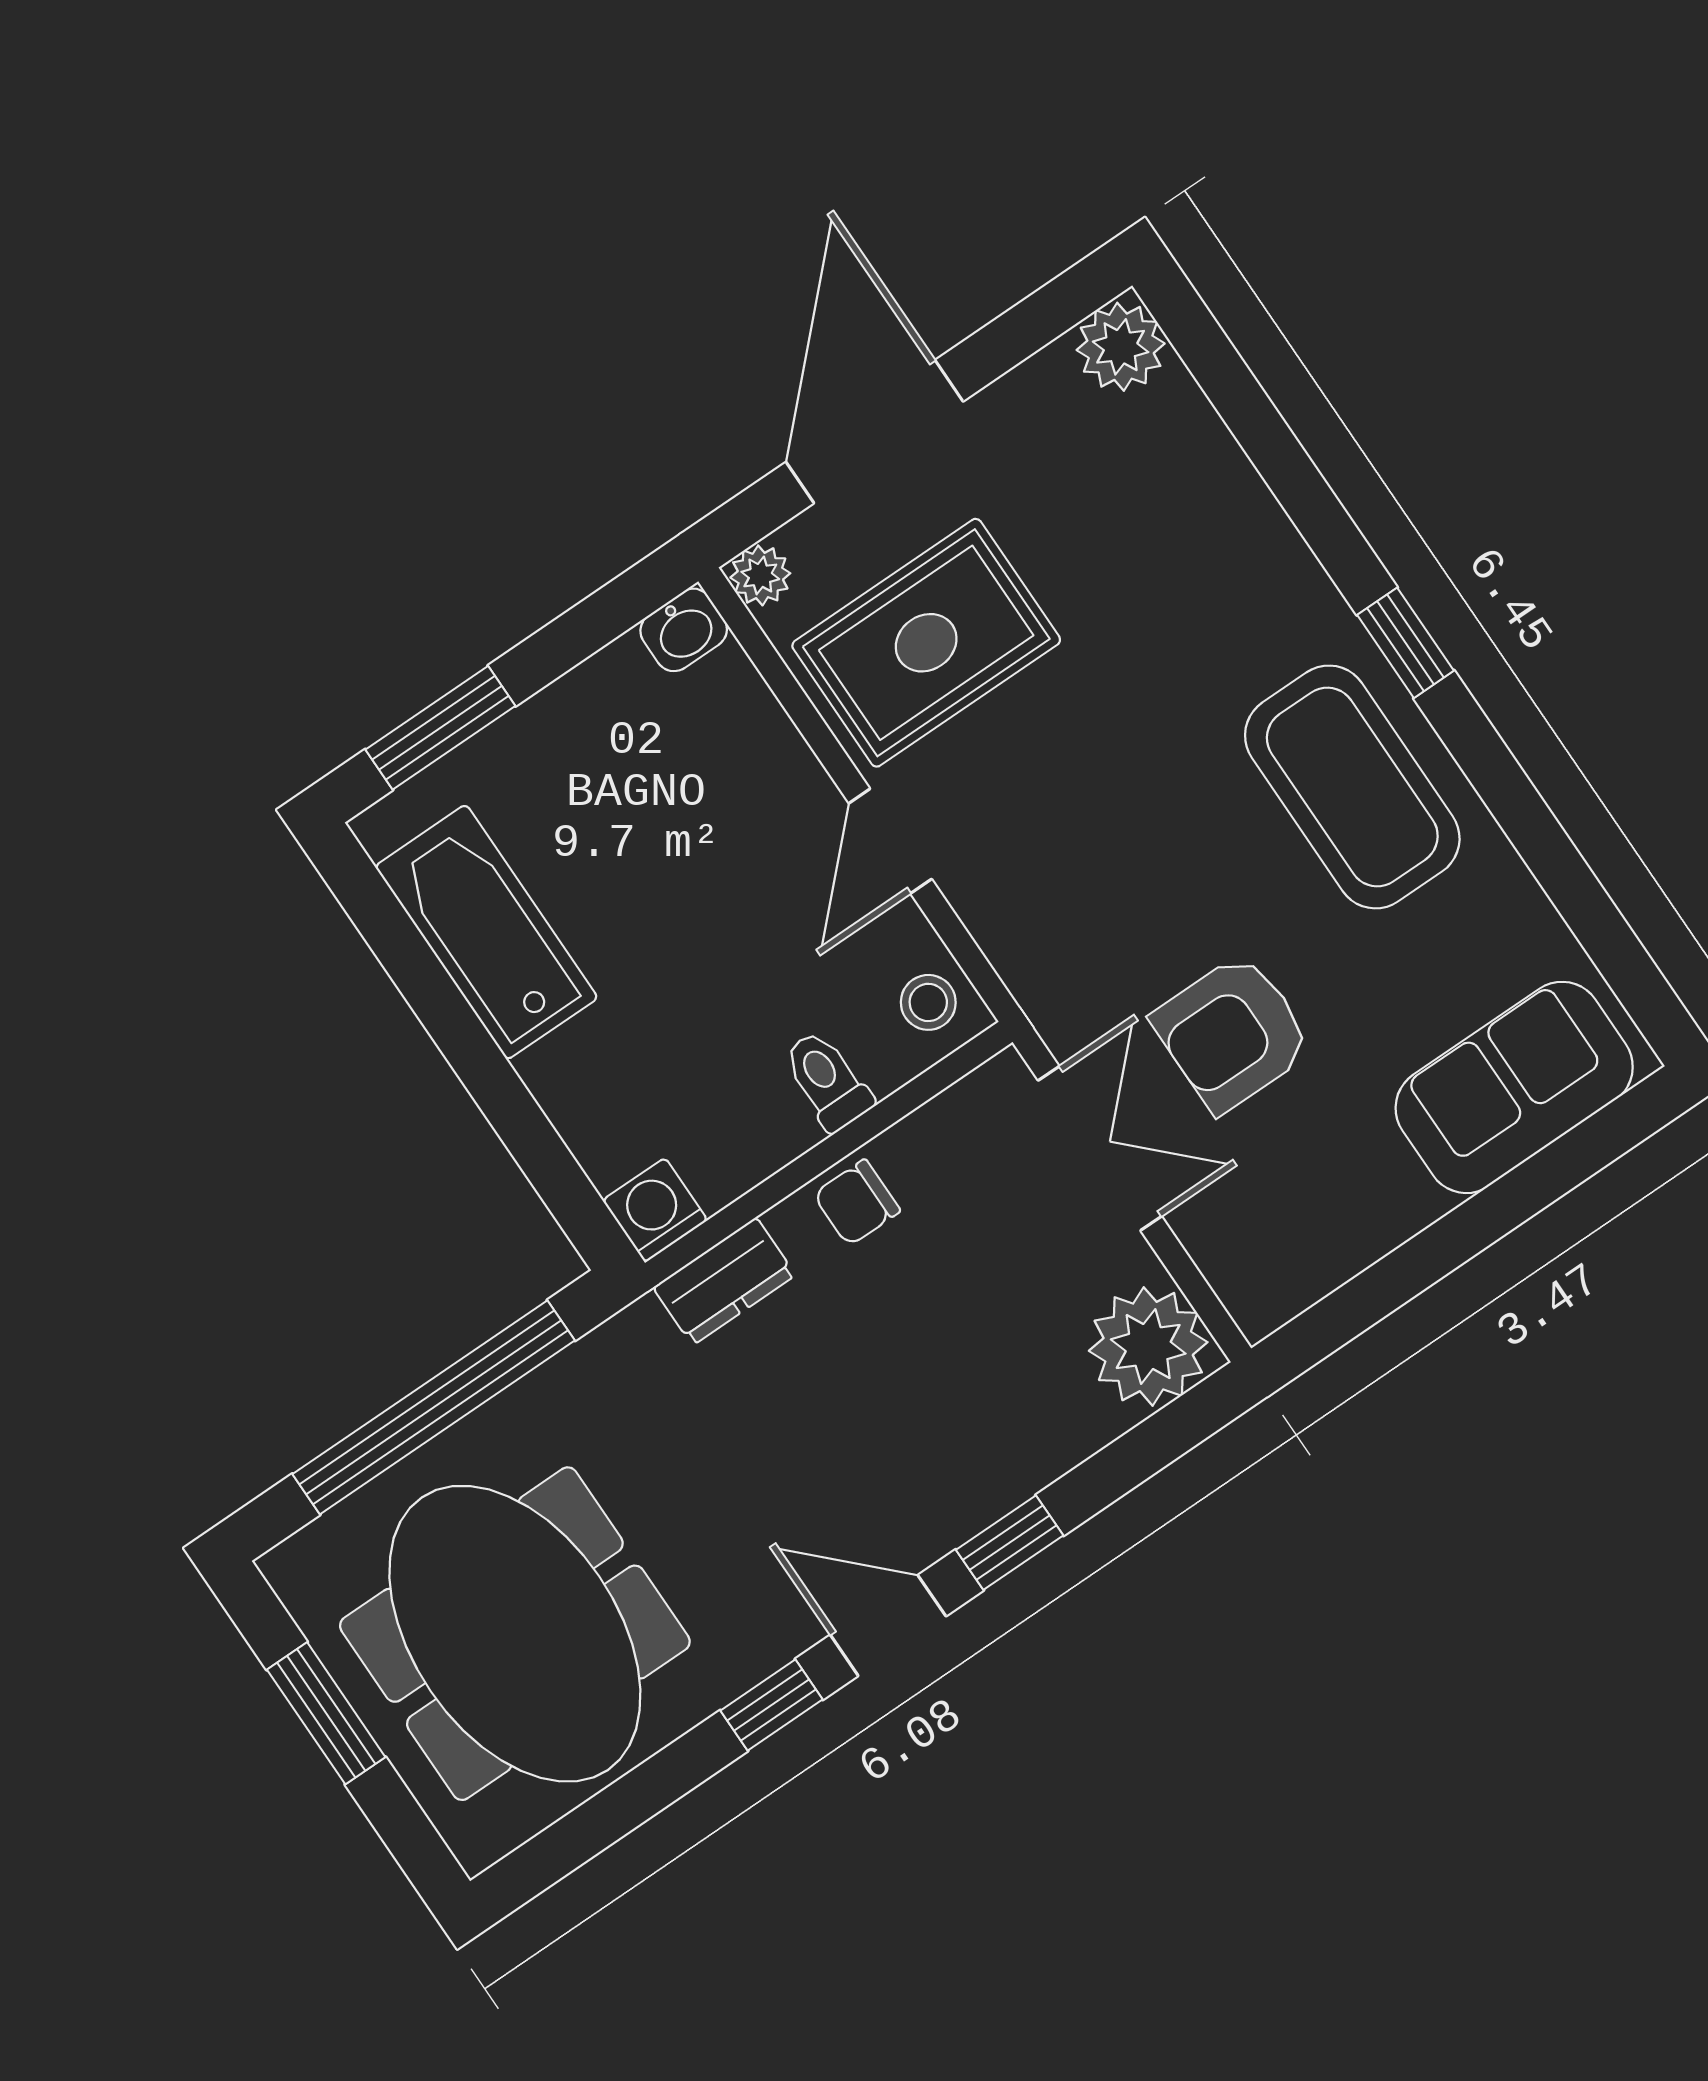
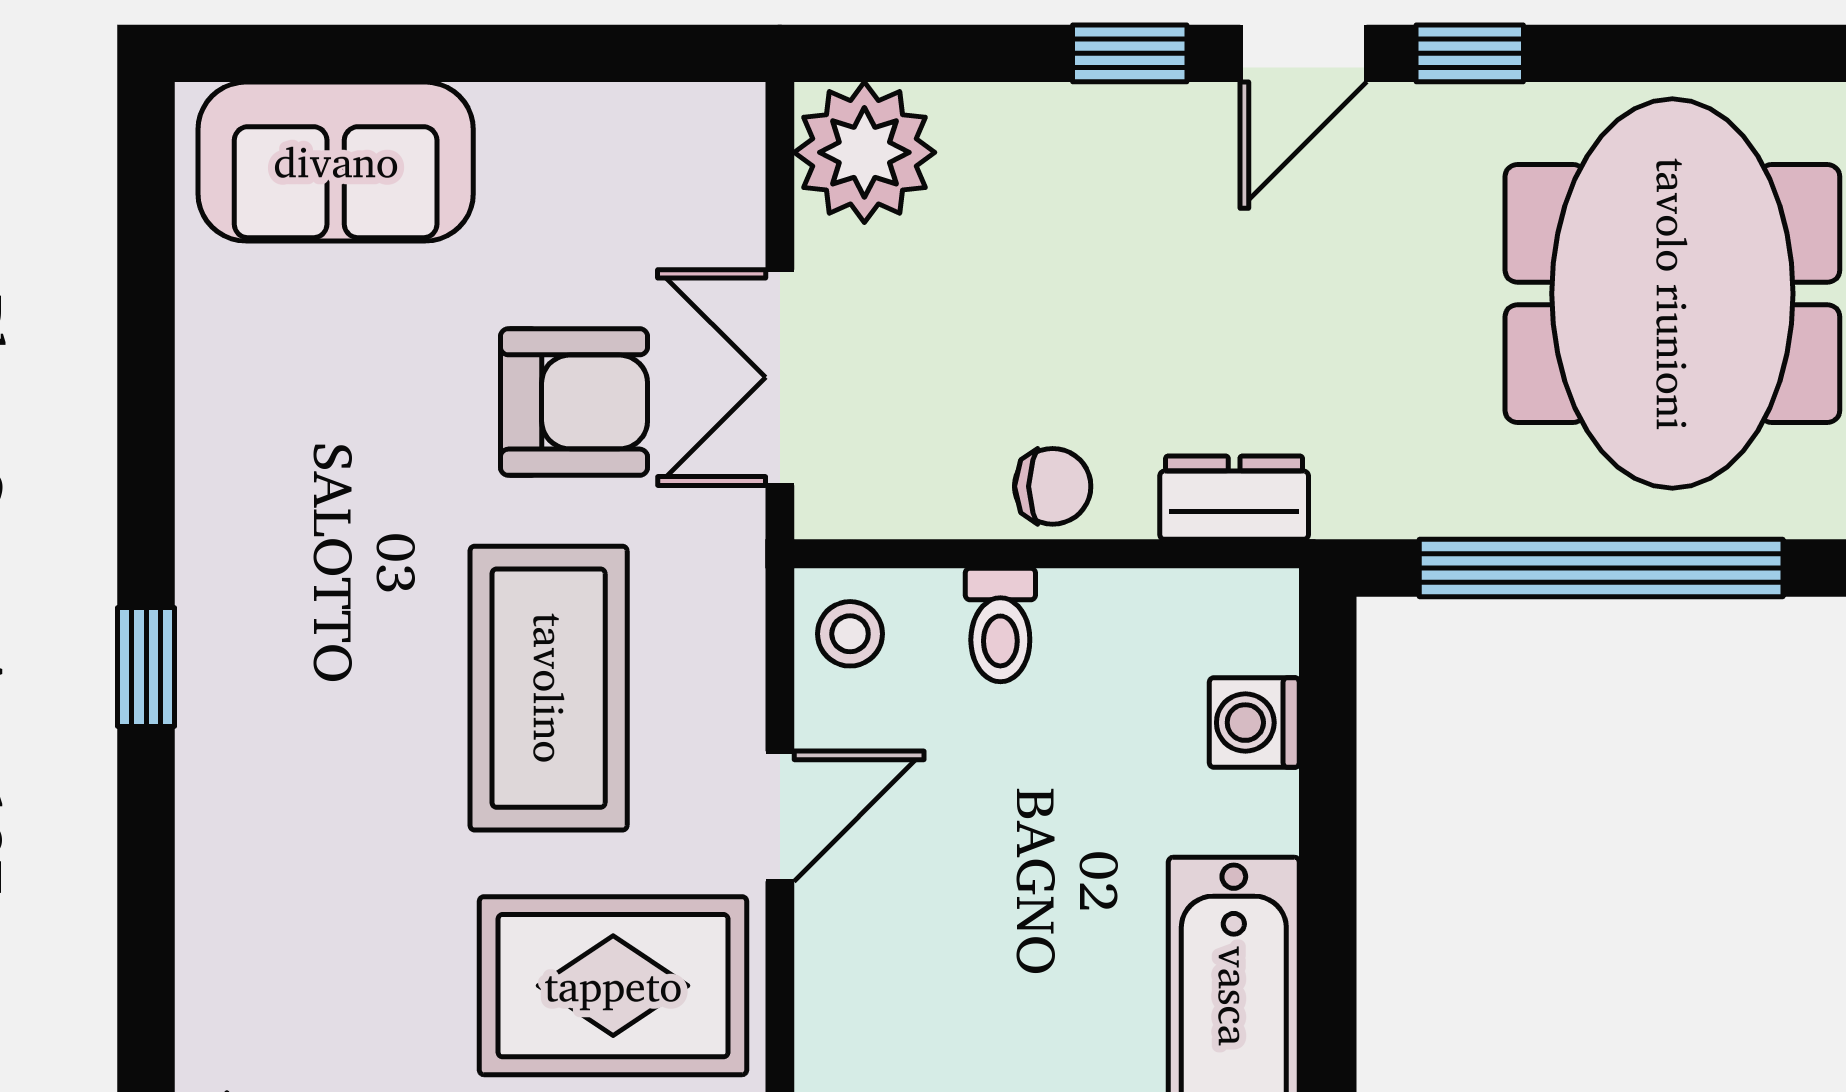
coffee table: (1352, 787) -> (549, 688), moved
washing machine: (655, 1210) -> (1254, 723), moved, turned 90
door: (888, 1626) -> (1303, 53), hinge flipped

